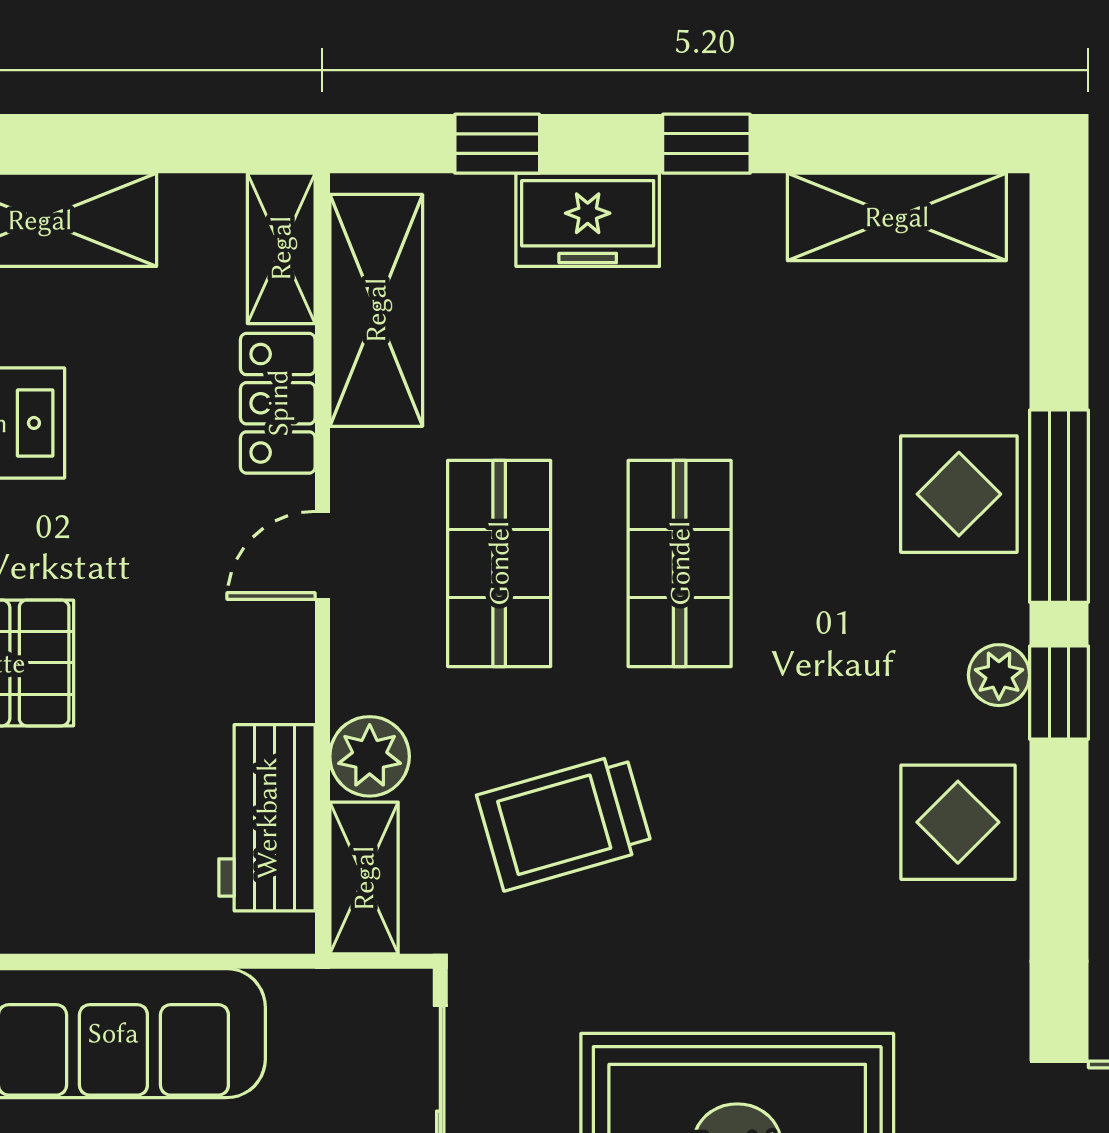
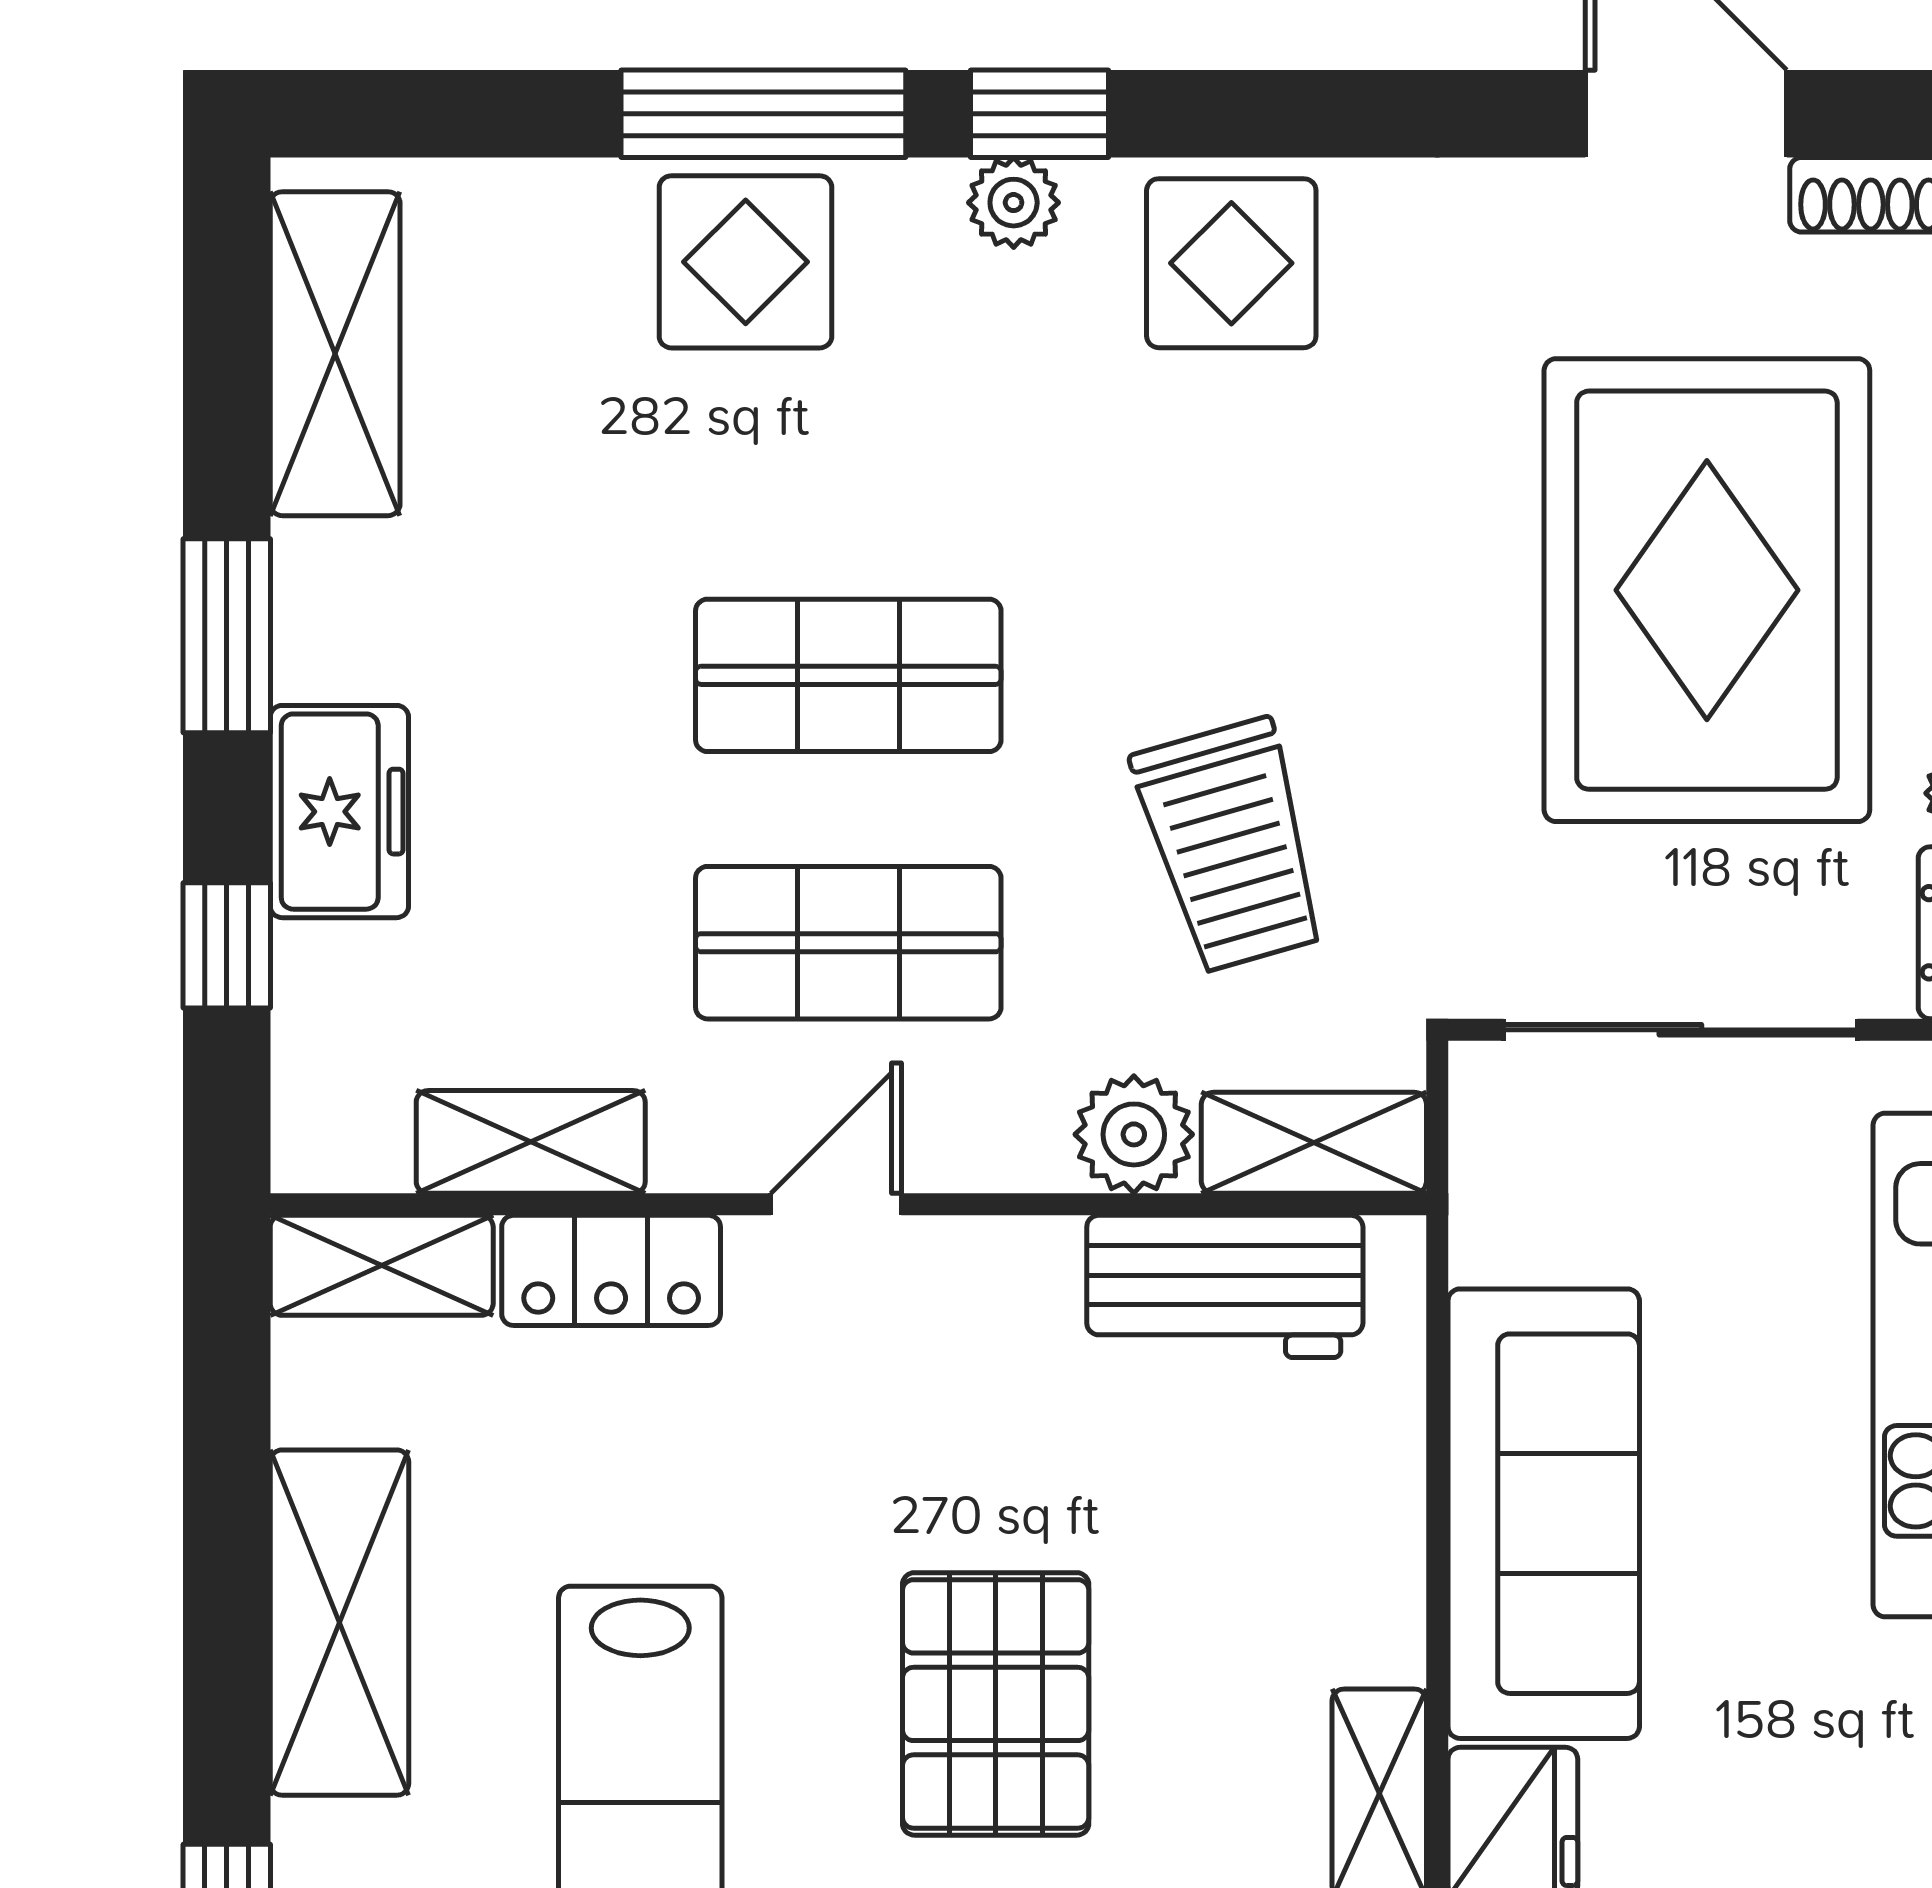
window: (706, 144) -> (227, 636), width x1.50
shelving: (376, 310) -> (531, 1142), width x0.67, depth x0.75
door: (322, 555) -> (836, 1204), swing flipped

